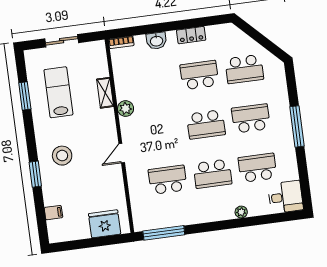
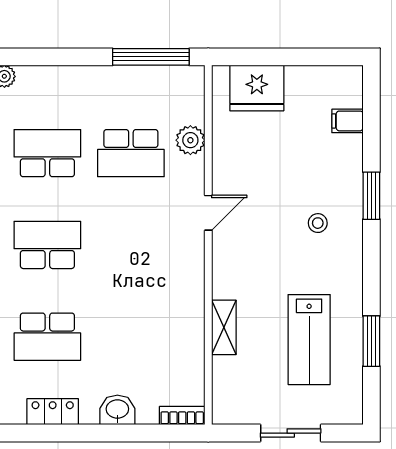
plant: (126, 108) -> (190, 140), moved
stool: (62, 156) -> (318, 223), width x0.53, depth x0.53

